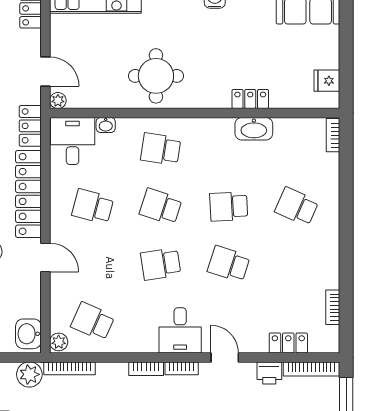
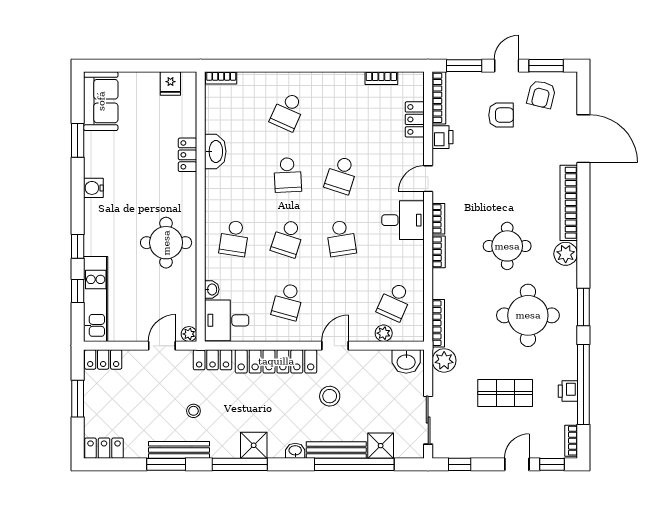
plant: (59, 342) -> (384, 333), moved

